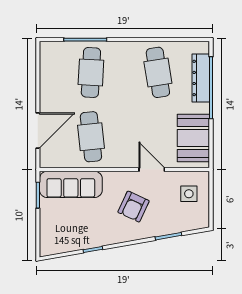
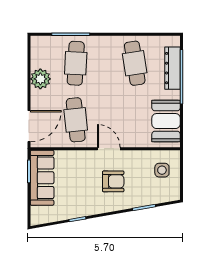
plant: (51, 90) -> (40, 79), added
door: (38, 130) -> (29, 126), moved
door: (152, 169) -> (109, 149), moved
sofa: (71, 184) -> (42, 178), moved, turned -90
armchair: (133, 207) -> (113, 181), turned -115

